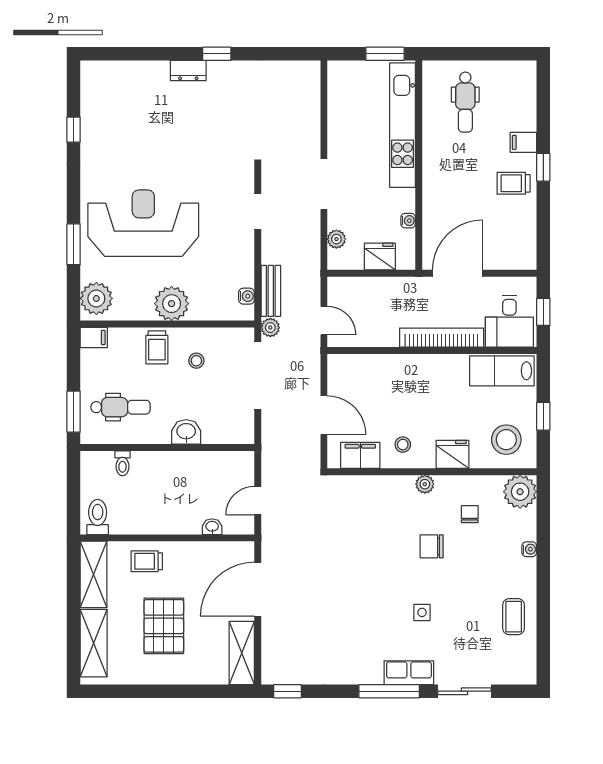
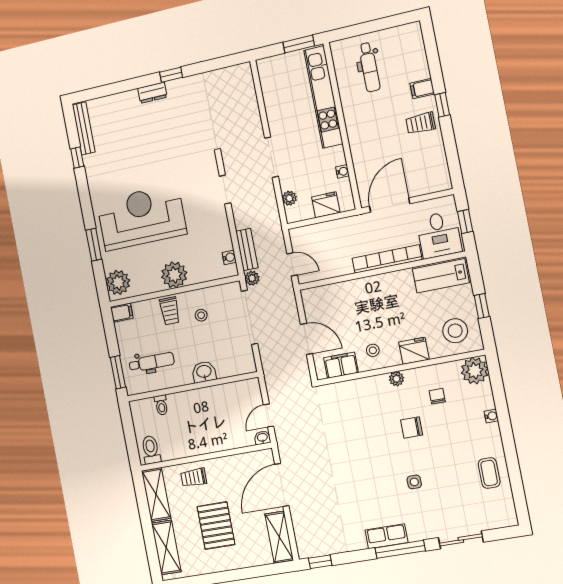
bench: (89, 95) -> (84, 128), added
washbasin: (212, 527) -> (262, 438), moved
row of seats: (409, 673) -> (387, 536), moved

